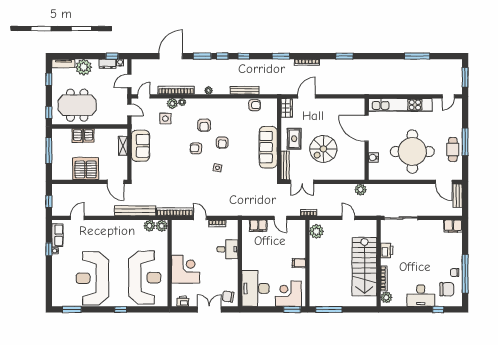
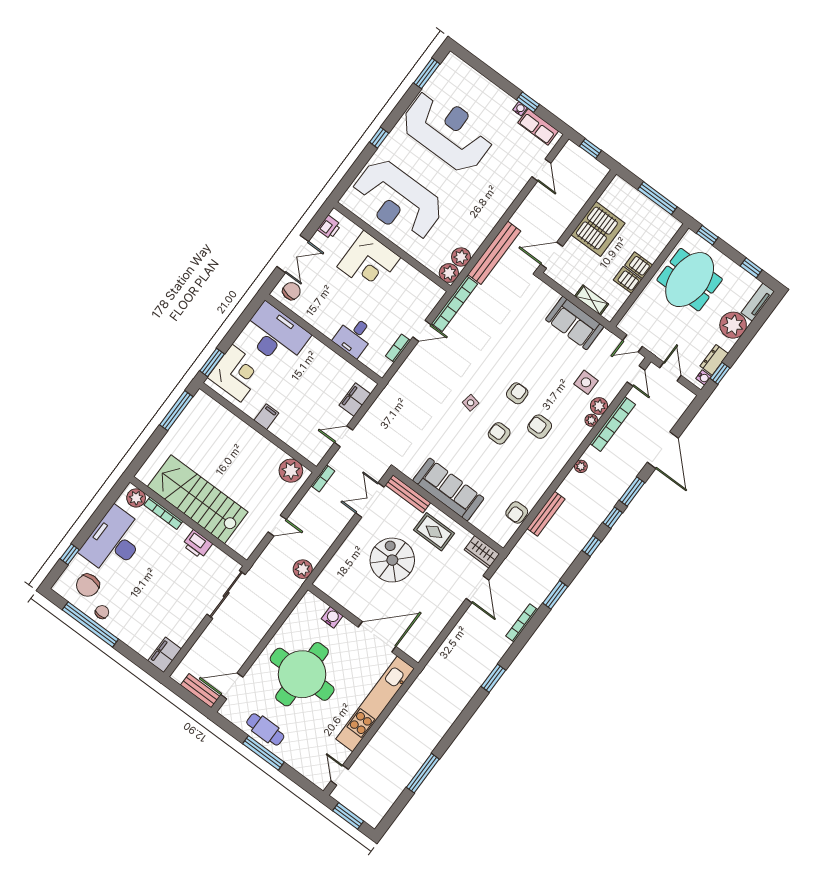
server rack: (77, 136) -> (628, 280), moved
desk: (421, 296) -> (114, 541), width x1.36, depth x1.30

